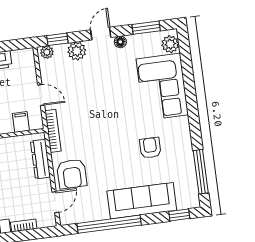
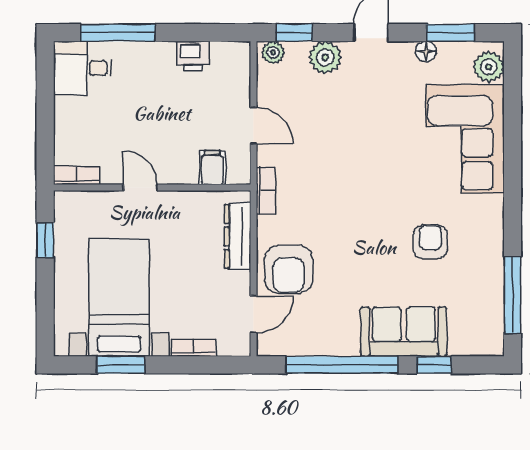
floor lamp: (120, 42) -> (426, 52), moved
bookcase: (53, 131) -> (266, 190), width x0.64
sofa: (142, 201) -> (404, 332), width x0.73
window: (179, 215) -> (434, 365), moved

